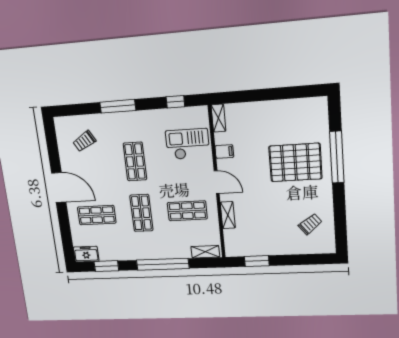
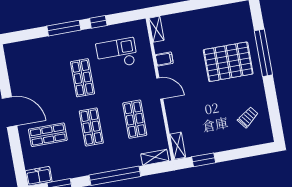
window: (175, 102) -> (98, 22), moved
trolley: (84, 141) -> (33, 64), removed
checkout: (188, 144) -> (117, 54), moved
shop shelf: (187, 211) -> (135, 119), turned 90
shelving: (228, 215) -> (178, 146), moved

